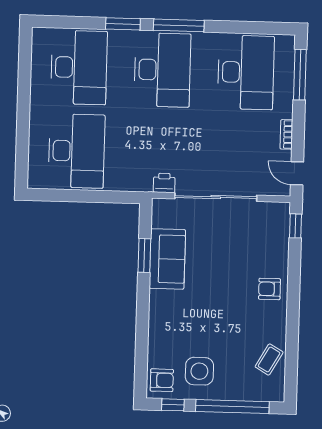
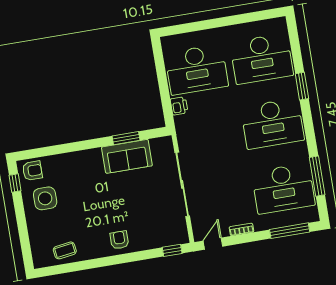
window: (179, 25) -> (317, 176), moved
printer: (164, 183) -> (179, 106), moved
coffee table: (269, 359) -> (65, 250), turned -38
armchair: (162, 380) -> (32, 171), turned -90
window: (232, 407) -> (23, 229), removed

